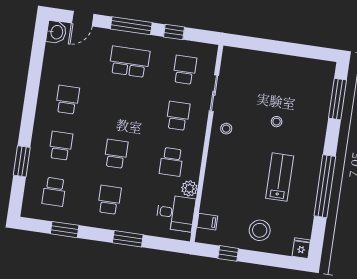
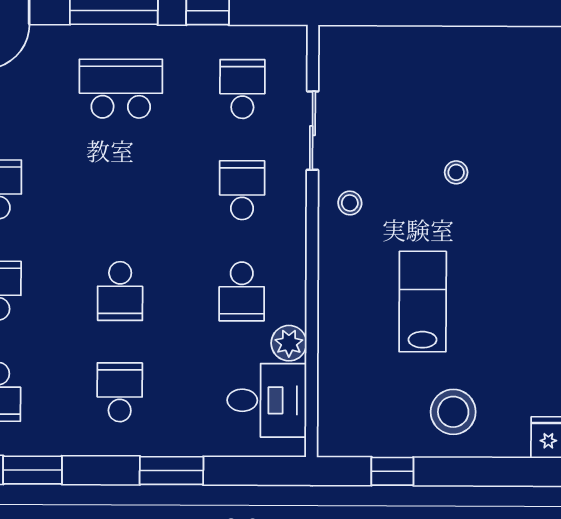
school desk: (116, 154) -> (120, 291), turned 180
lab bench: (280, 177) -> (423, 302), moved
filing cabinet: (207, 222) -> (337, 409), removed

